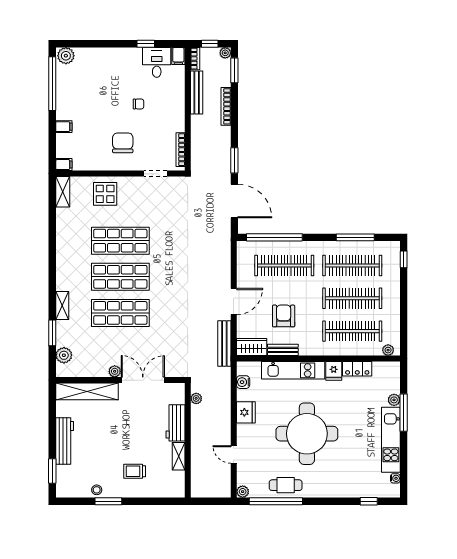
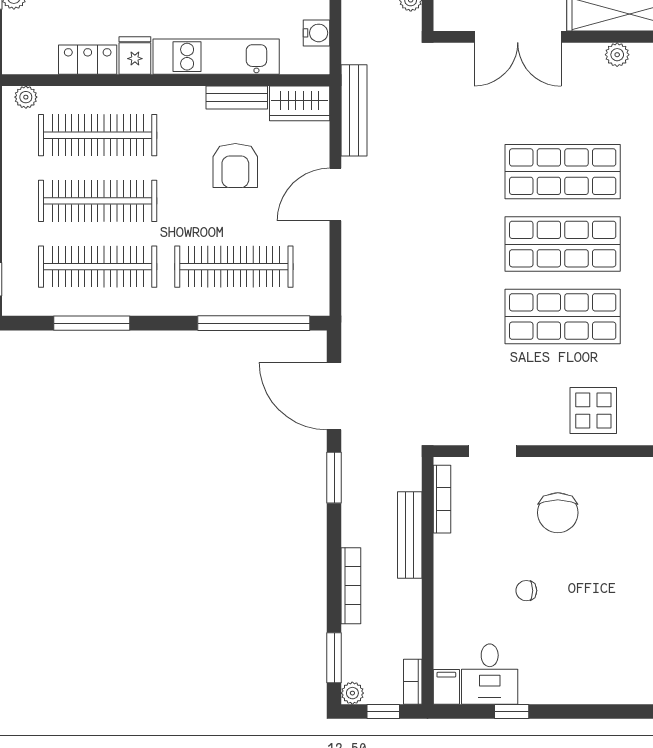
bench: (197, 93) -> (410, 535), moved
plant: (115, 371) -> (617, 55), moved

